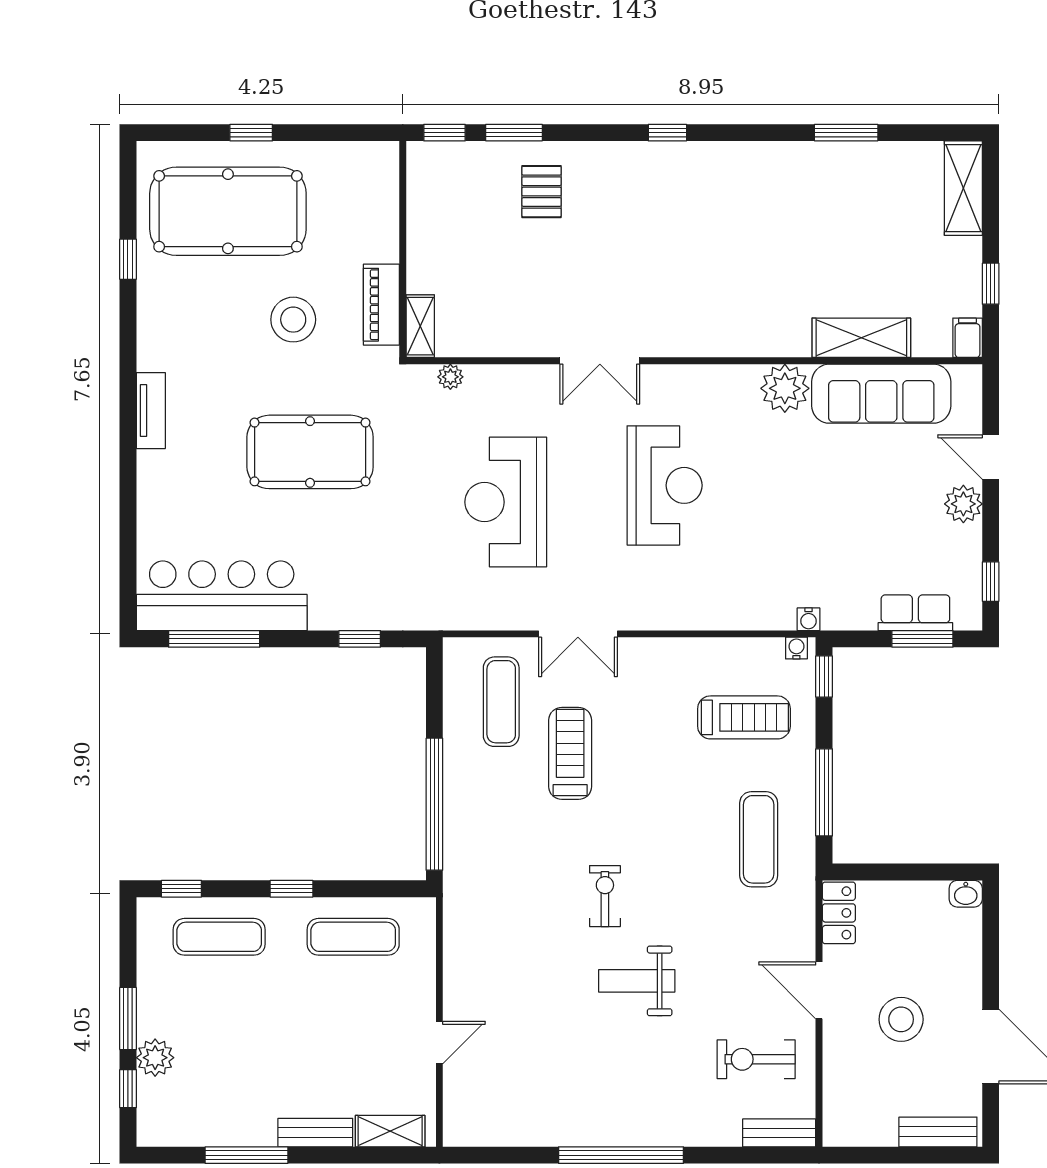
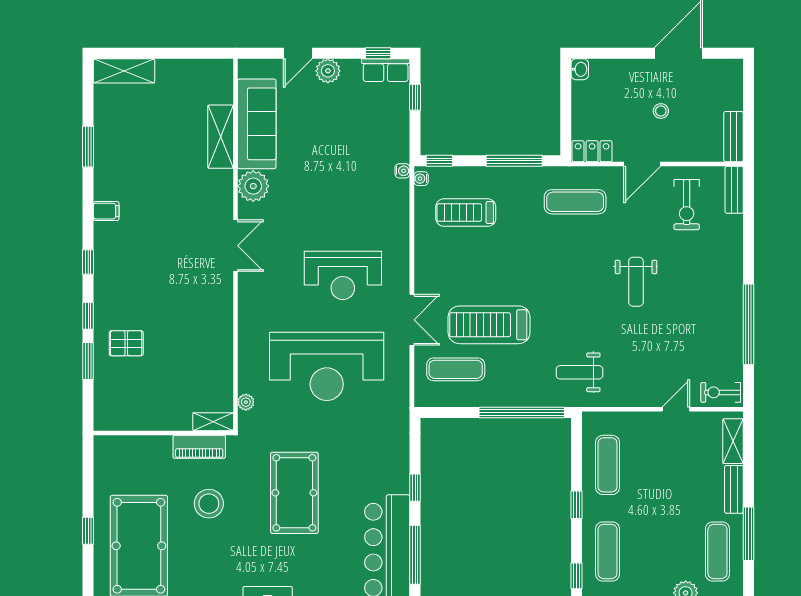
window: (444, 133) -> (88, 316), moved
window: (991, 284) -> (186, 53), removed
filing cabinet: (968, 338) -> (106, 211), moved, turned 180
double door: (600, 361) -> (235, 246), moved
reception desk: (665, 485) -> (343, 275), moved, turned 180
reception desk: (506, 502) -> (327, 366), width x1.36, depth x1.30
row of seats: (915, 613) -> (386, 70), moved, turned -90
window: (360, 639) -> (415, 488), moved
window: (922, 639) -> (415, 97), width x0.67
treadmill: (744, 717) -> (466, 213), turned -90
treadmill: (570, 753) -> (489, 325), width x1.37, depth x1.38
exercise mat: (759, 839) -> (575, 202), moved
weight bench: (497, 893) -> (579, 372), added
exercise bike: (605, 896) -> (721, 392), moved
stool: (901, 1019) -> (661, 111), width x0.53, depth x0.53
door: (439, 1043) -> (676, 409), hinge flipped
exercise mat: (219, 1107) -> (717, 551), added
bench: (938, 1132) -> (734, 137), moved
window: (621, 1155) -> (749, 324), moved

